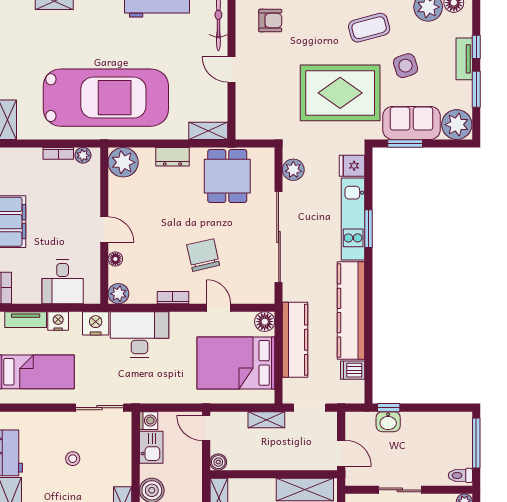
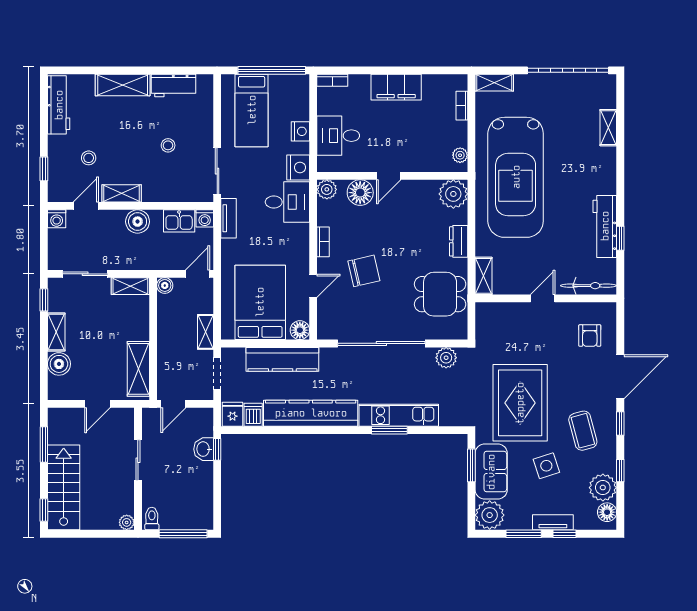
bookcase: (58, 153) -> (462, 106), moved
fridge: (352, 166) -> (233, 414), moved
floor lamp: (115, 259) -> (360, 193), width x1.89, depth x1.89
tv unit: (26, 320) -> (229, 218), moved, turned 180
desk: (139, 335) -> (287, 202), width x0.73

